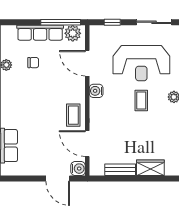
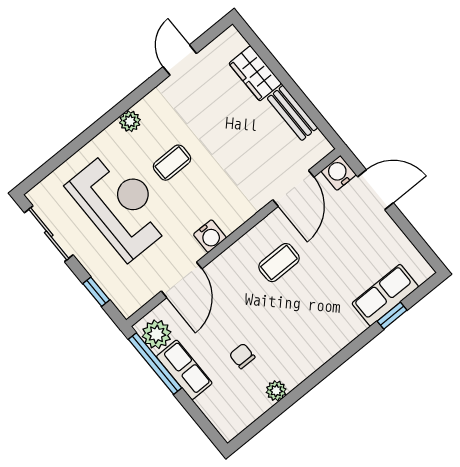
row of seats: (40, 33) -> (184, 370), width x0.68
coffee table: (73, 115) -> (279, 263), moved
door: (58, 179) -> (376, 190), hinge flipped

